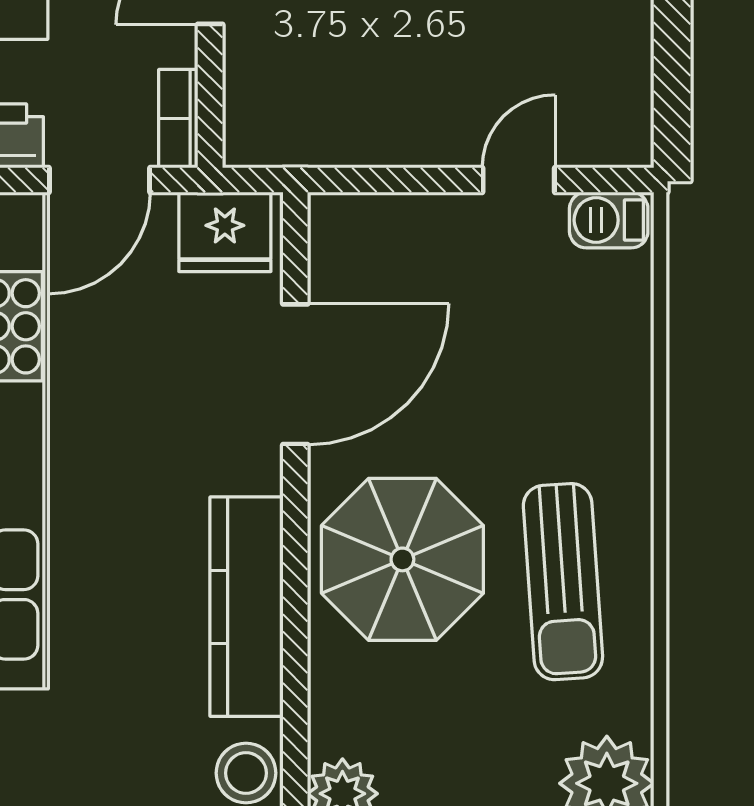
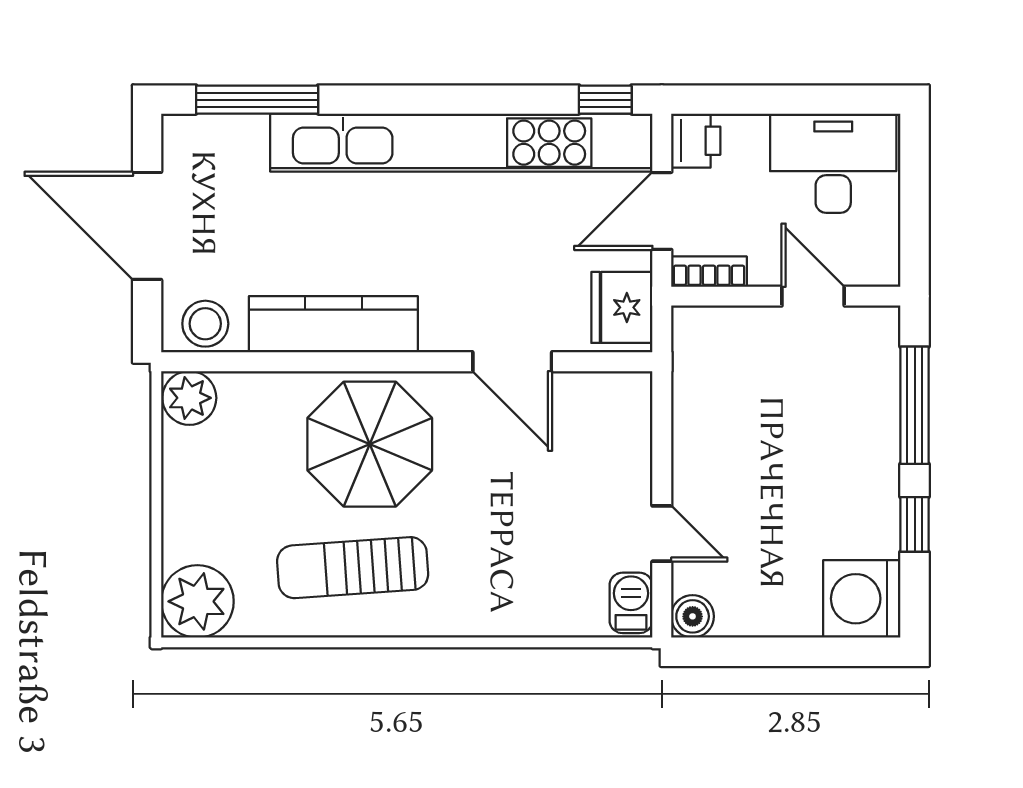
boiler: (626, 140) -> (693, 616), added
door: (99, 180) -> (662, 211), hinge flipped
door: (295, 374) -> (512, 362), width x0.73

